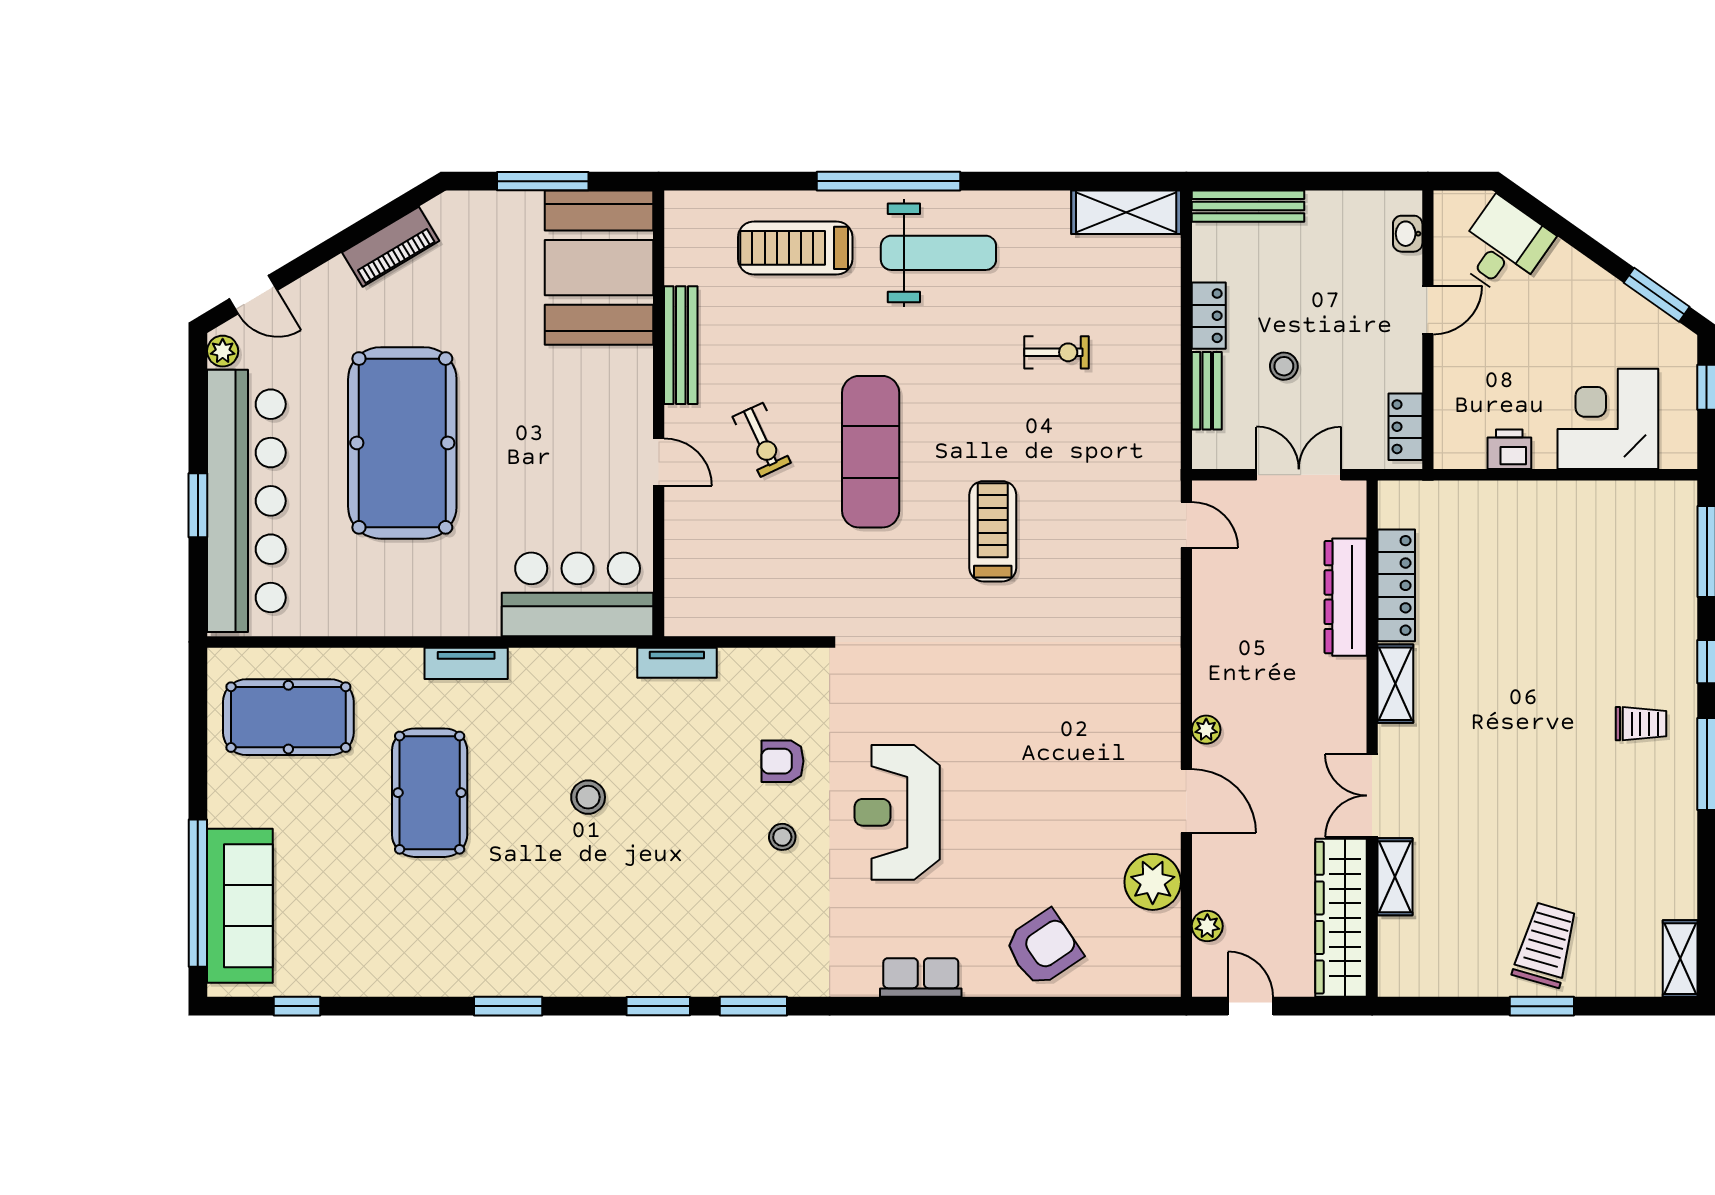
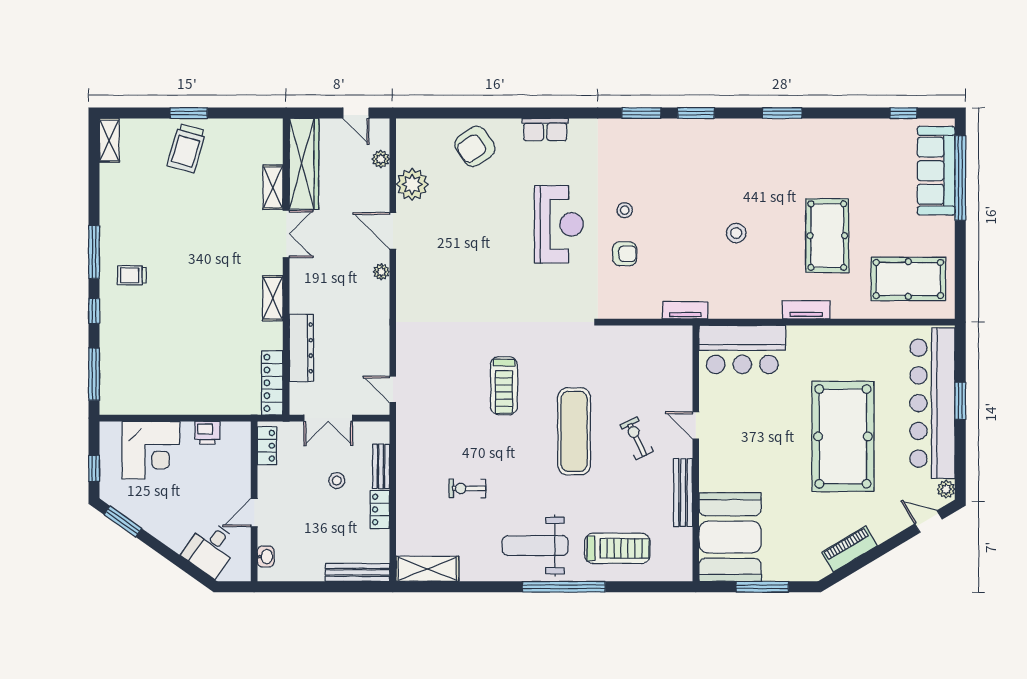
locker: (1396, 585) -> (272, 383), moved

